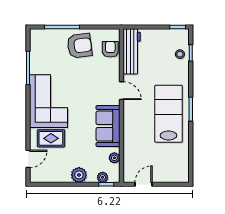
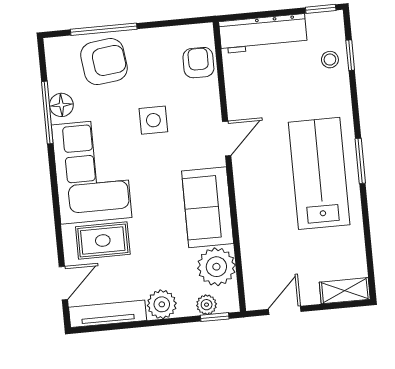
armchair: (80, 46) -> (104, 62), moved
workbench: (132, 51) -> (263, 34), moved, turned 90
floor lamp: (36, 65) -> (61, 105), added
side table: (84, 77) -> (153, 120), added
door: (121, 91) -> (227, 138), hinge flipped
plant: (114, 158) -> (216, 267), width x1.88, depth x1.88
tv unit: (50, 177) -> (108, 314), added
shelving: (176, 177) -> (345, 291), added

